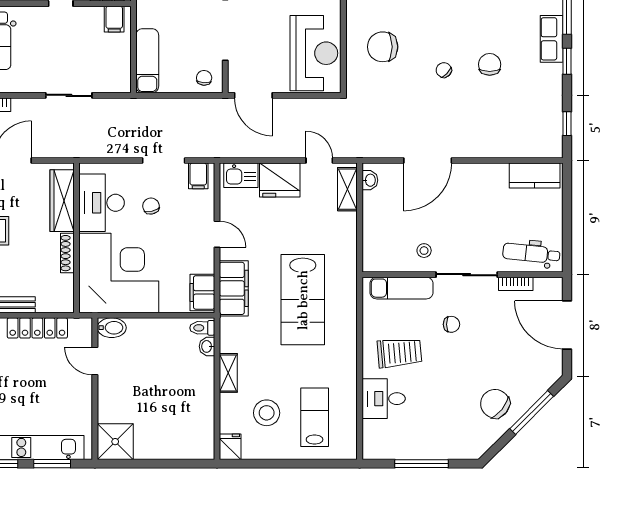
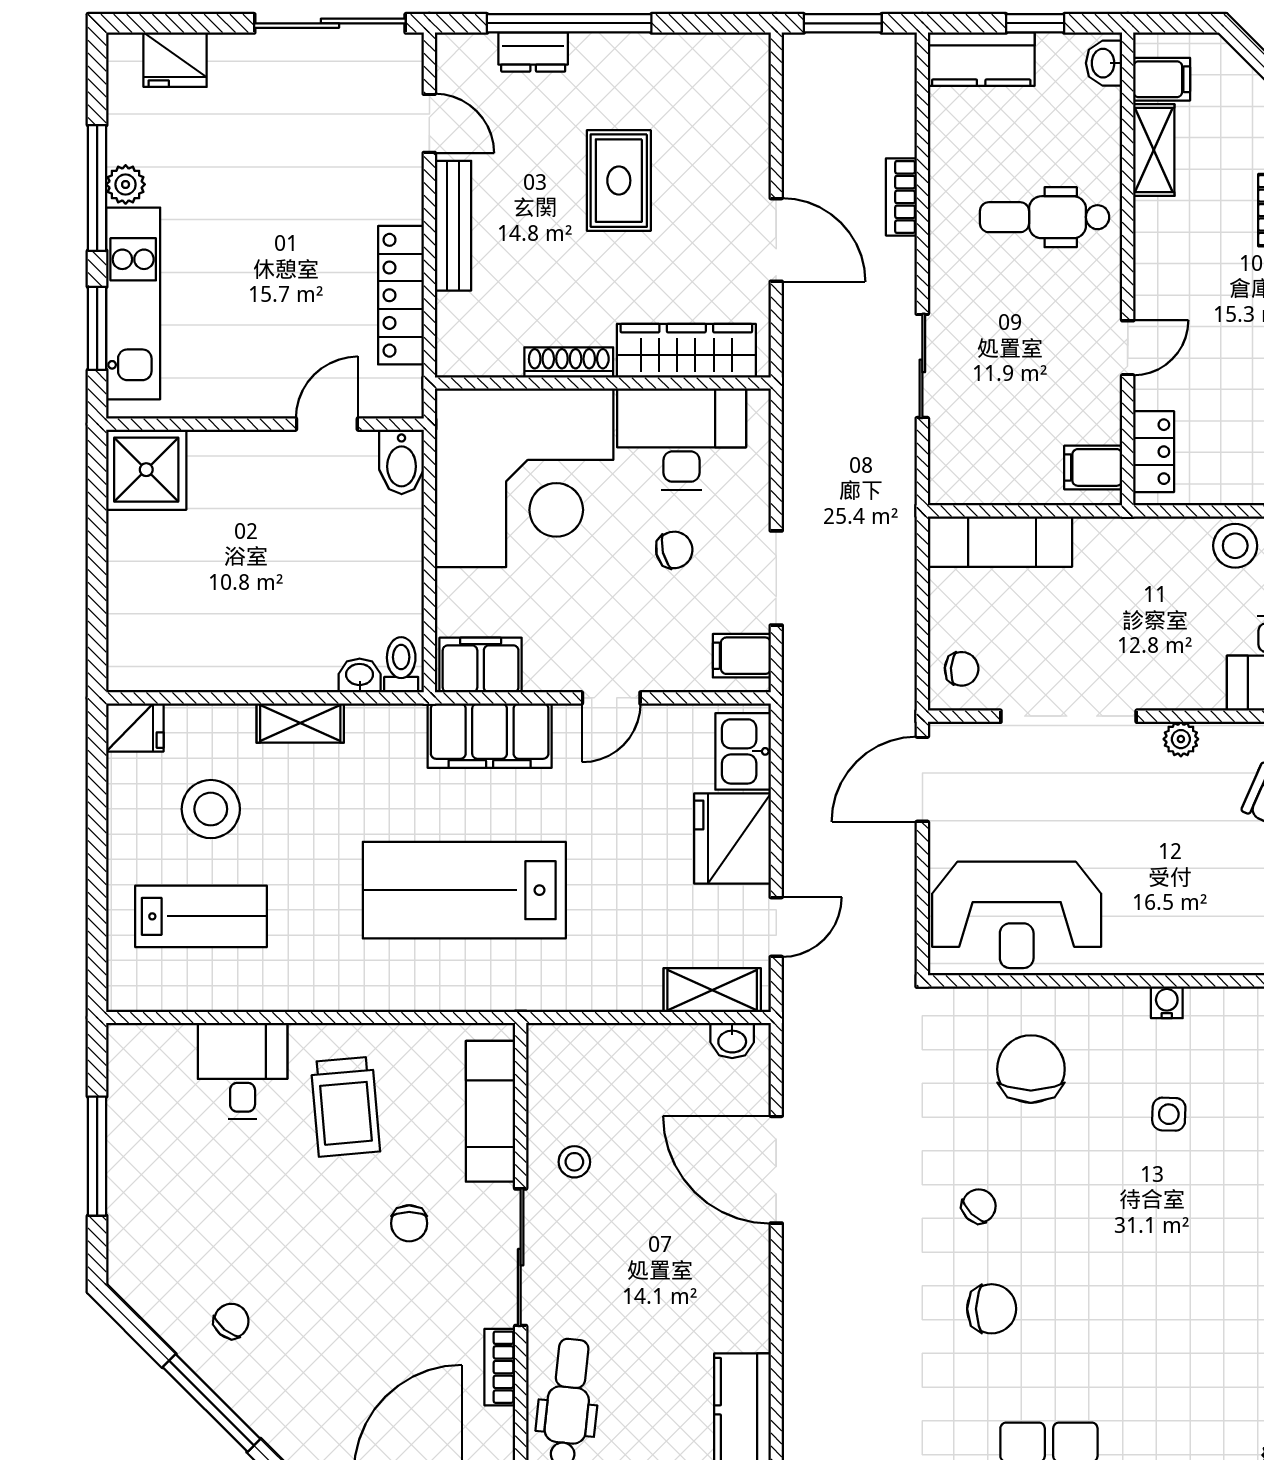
chair: (495, 404) -> (231, 1321), width x0.54, depth x0.54

